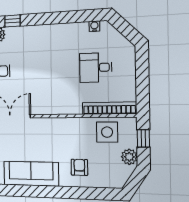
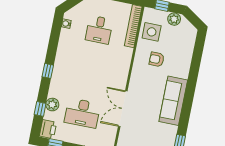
window: (12, 21) -> (48, 71), moved
armchair: (79, 167) -> (157, 59), moved

